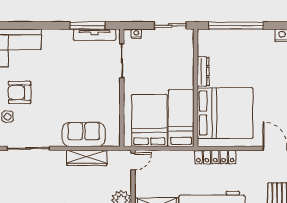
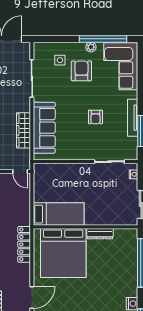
tv unit: (95, 35) -> (133, 118), moved
armchair: (72, 77) -> (95, 117), added
bed: (149, 120) -> (57, 186), removed
sofa: (84, 134) -> (44, 128), width x1.36

